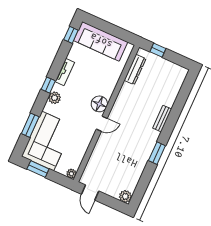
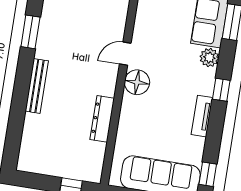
dresser: (135, 70) -> (102, 119), moved
plant: (54, 98) -> (209, 58), moved
bench: (162, 119) -> (37, 86), width x1.36

